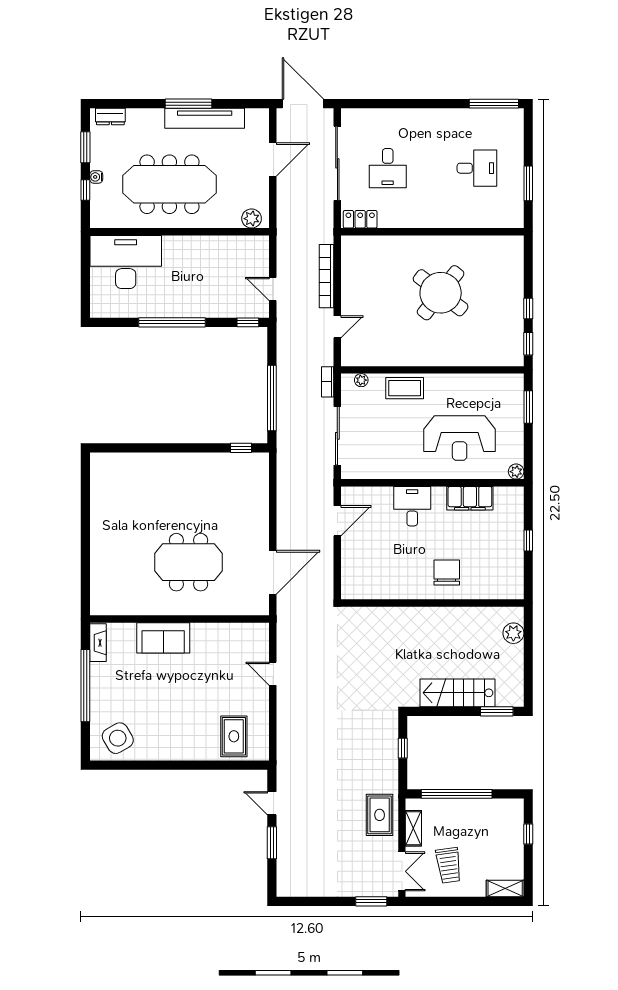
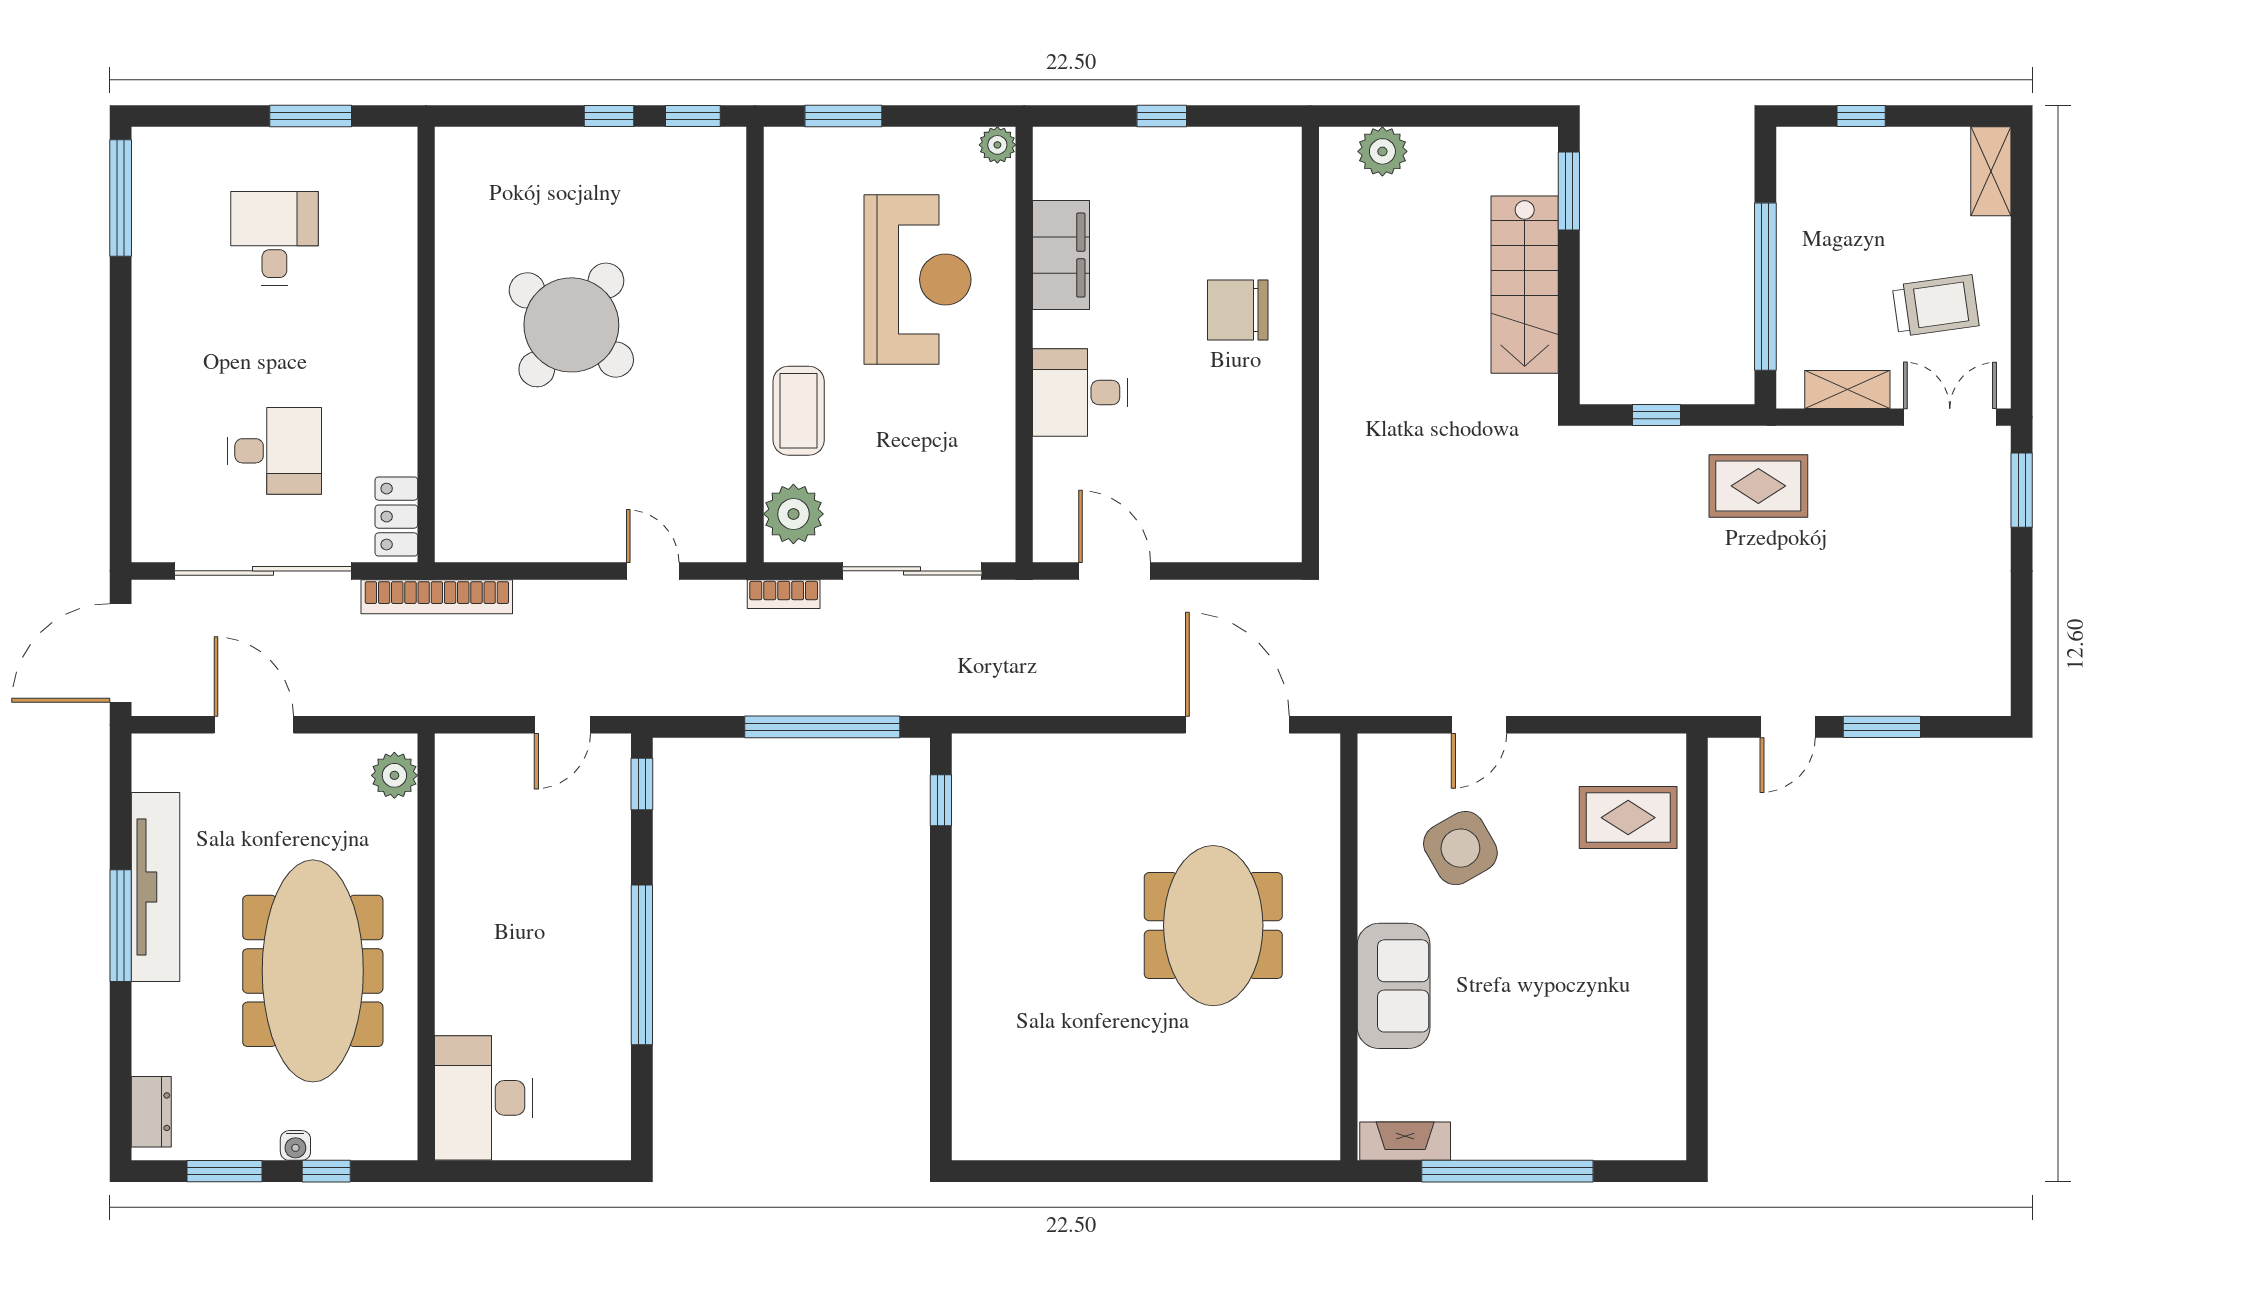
desk: (126, 262) -> (484, 1098), width x0.73, depth x0.77
bookcase: (327, 276) -> (437, 597), moved
plant: (361, 380) -> (793, 514), width x1.88, depth x1.88
side table: (118, 738) -> (1460, 848), moved
rug: (380, 815) -> (1758, 486), moved

